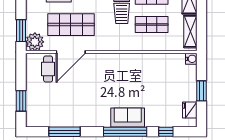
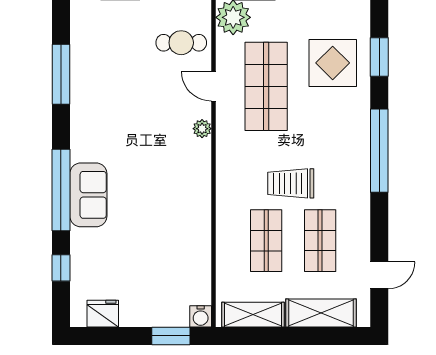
door: (71, 52) -> (214, 86), width x0.53
plant: (93, 58) -> (202, 129), added
window: (201, 91) -> (171, 336), moved

